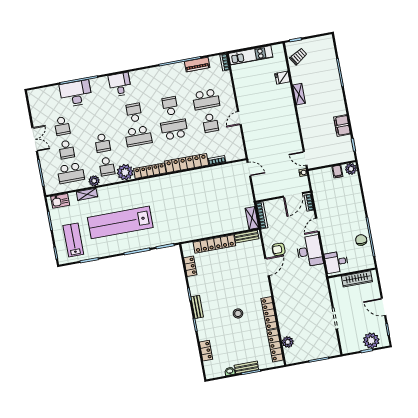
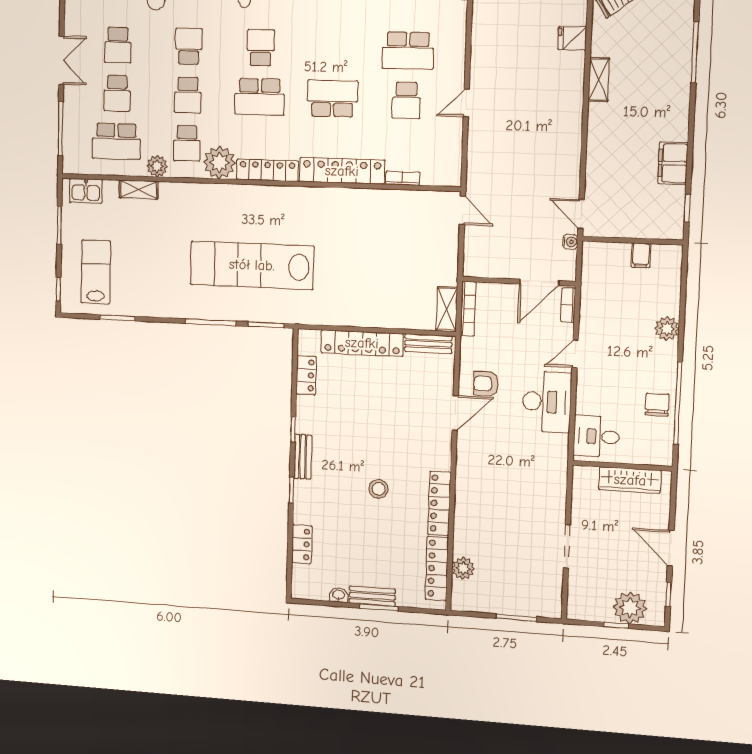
school desk: (170, 106) -> (189, 46), moved
plant: (351, 169) -> (667, 329), moved
lab bench: (120, 222) -> (252, 265), moved

